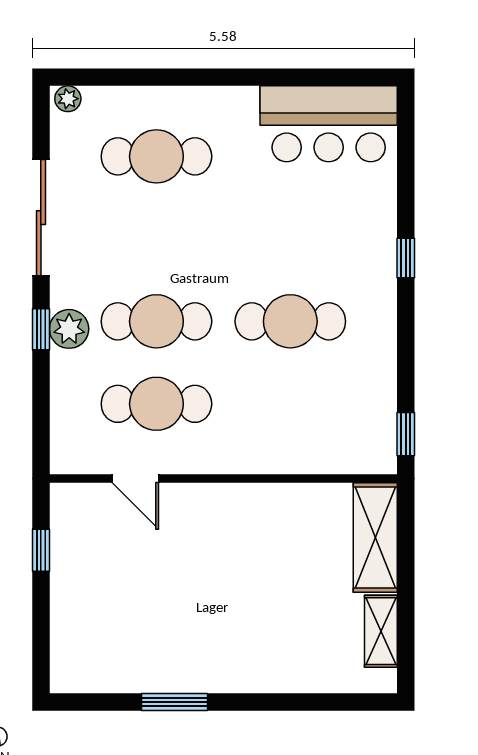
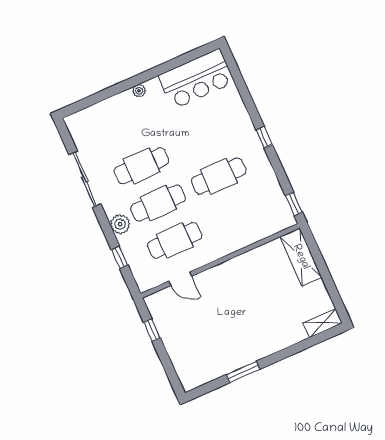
plant: (68, 99) -> (139, 91), moved
cafe table: (156, 156) -> (141, 166), moved
window: (406, 258) -> (264, 137), moved
window: (41, 329) -> (120, 257), moved
shelving: (381, 631) -> (323, 323), moved, turned 90

